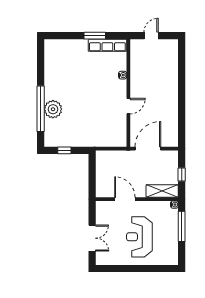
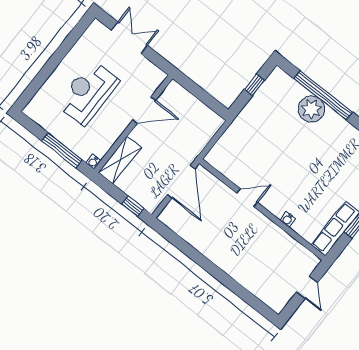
door: (128, 106) -> (247, 198), swing flipped
window: (182, 175) -> (133, 206), moved
reception desk: (139, 237) -> (88, 93), turned -90
double door: (92, 238) -> (129, 38), swing flipped

